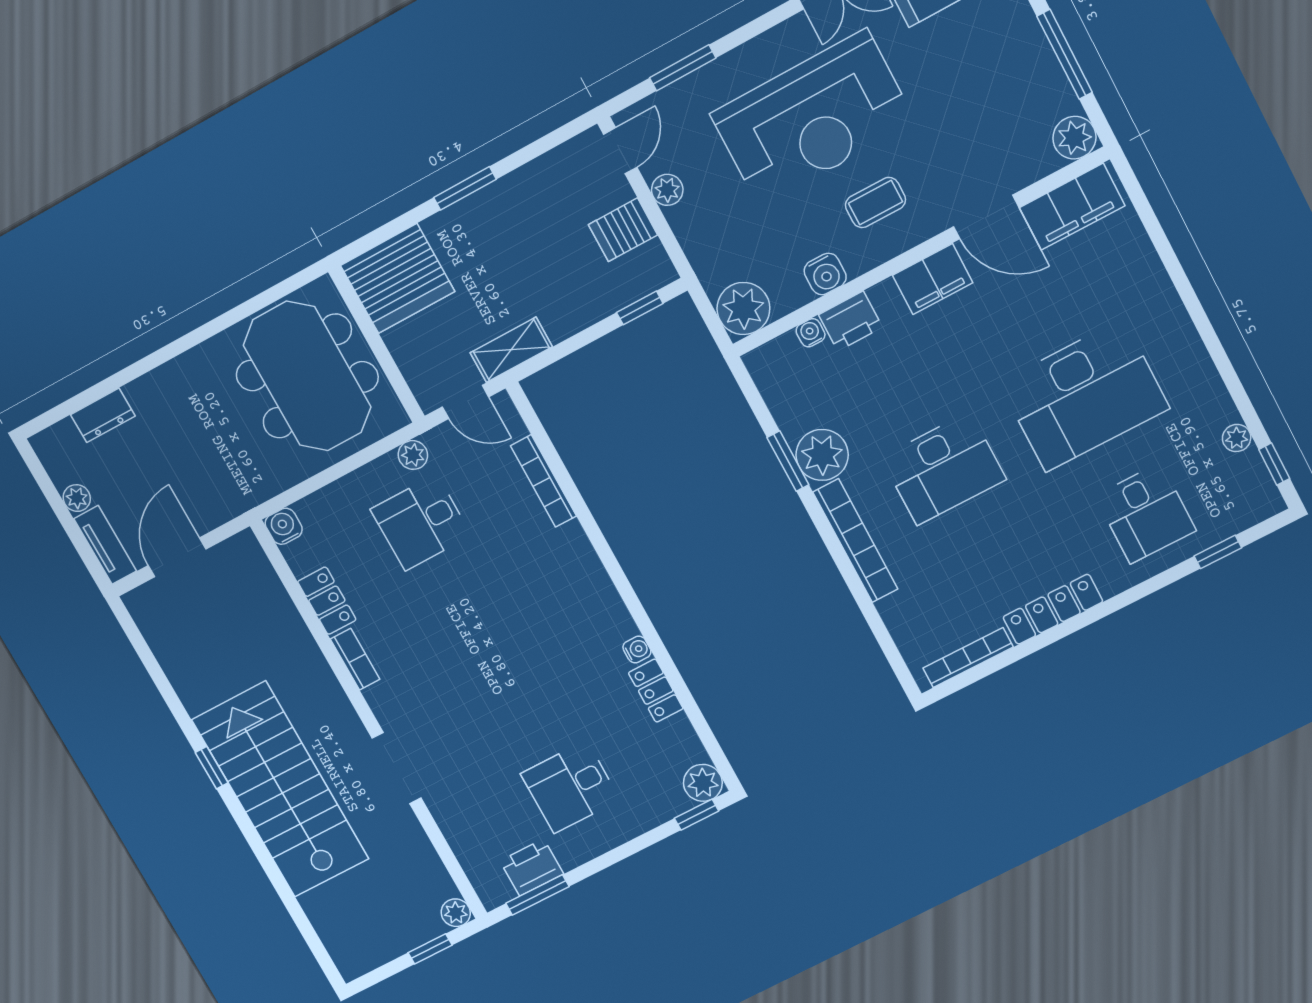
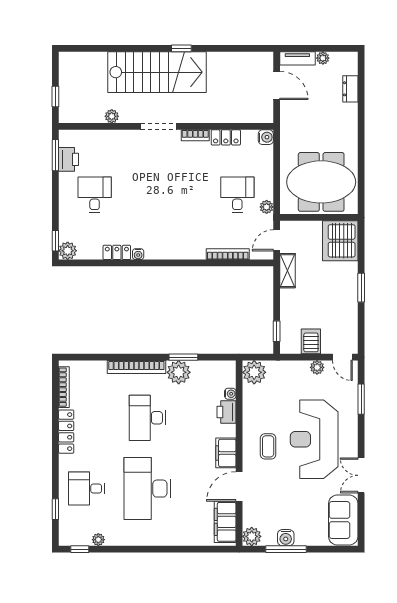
water cooler: (825, 274) -> (286, 538), moved, turned -90
doorway: (397, 768) -> (159, 126), moved
plant: (456, 913) -> (112, 116), moved

